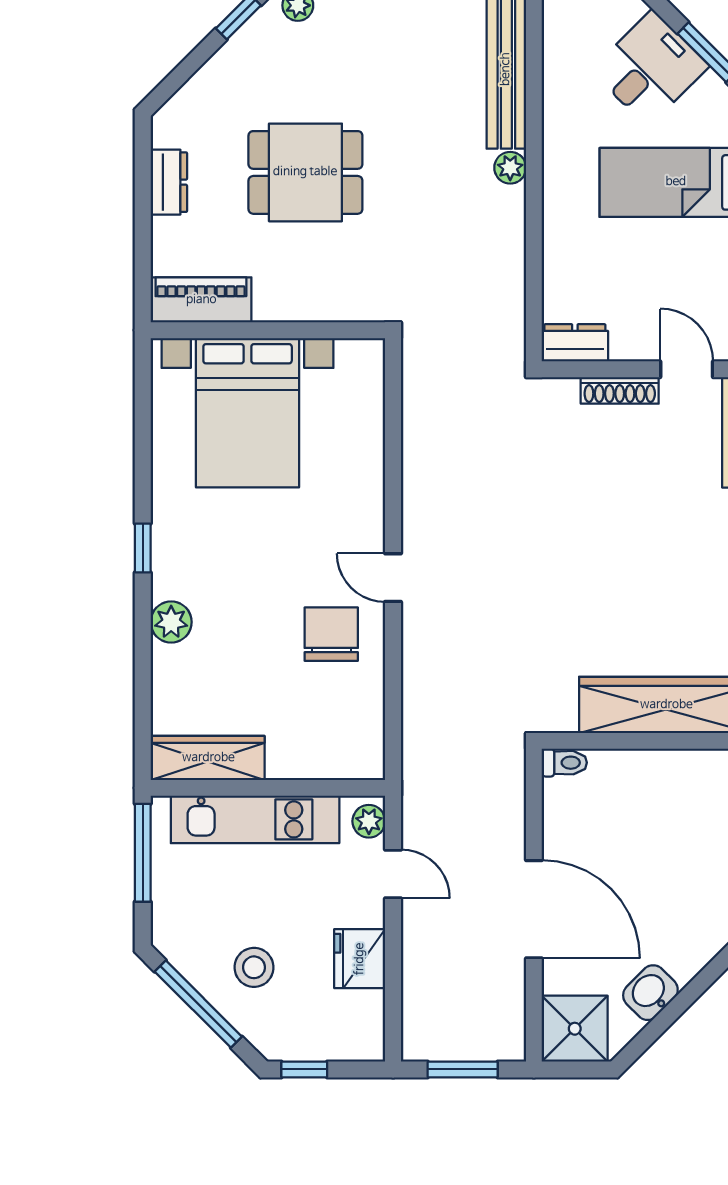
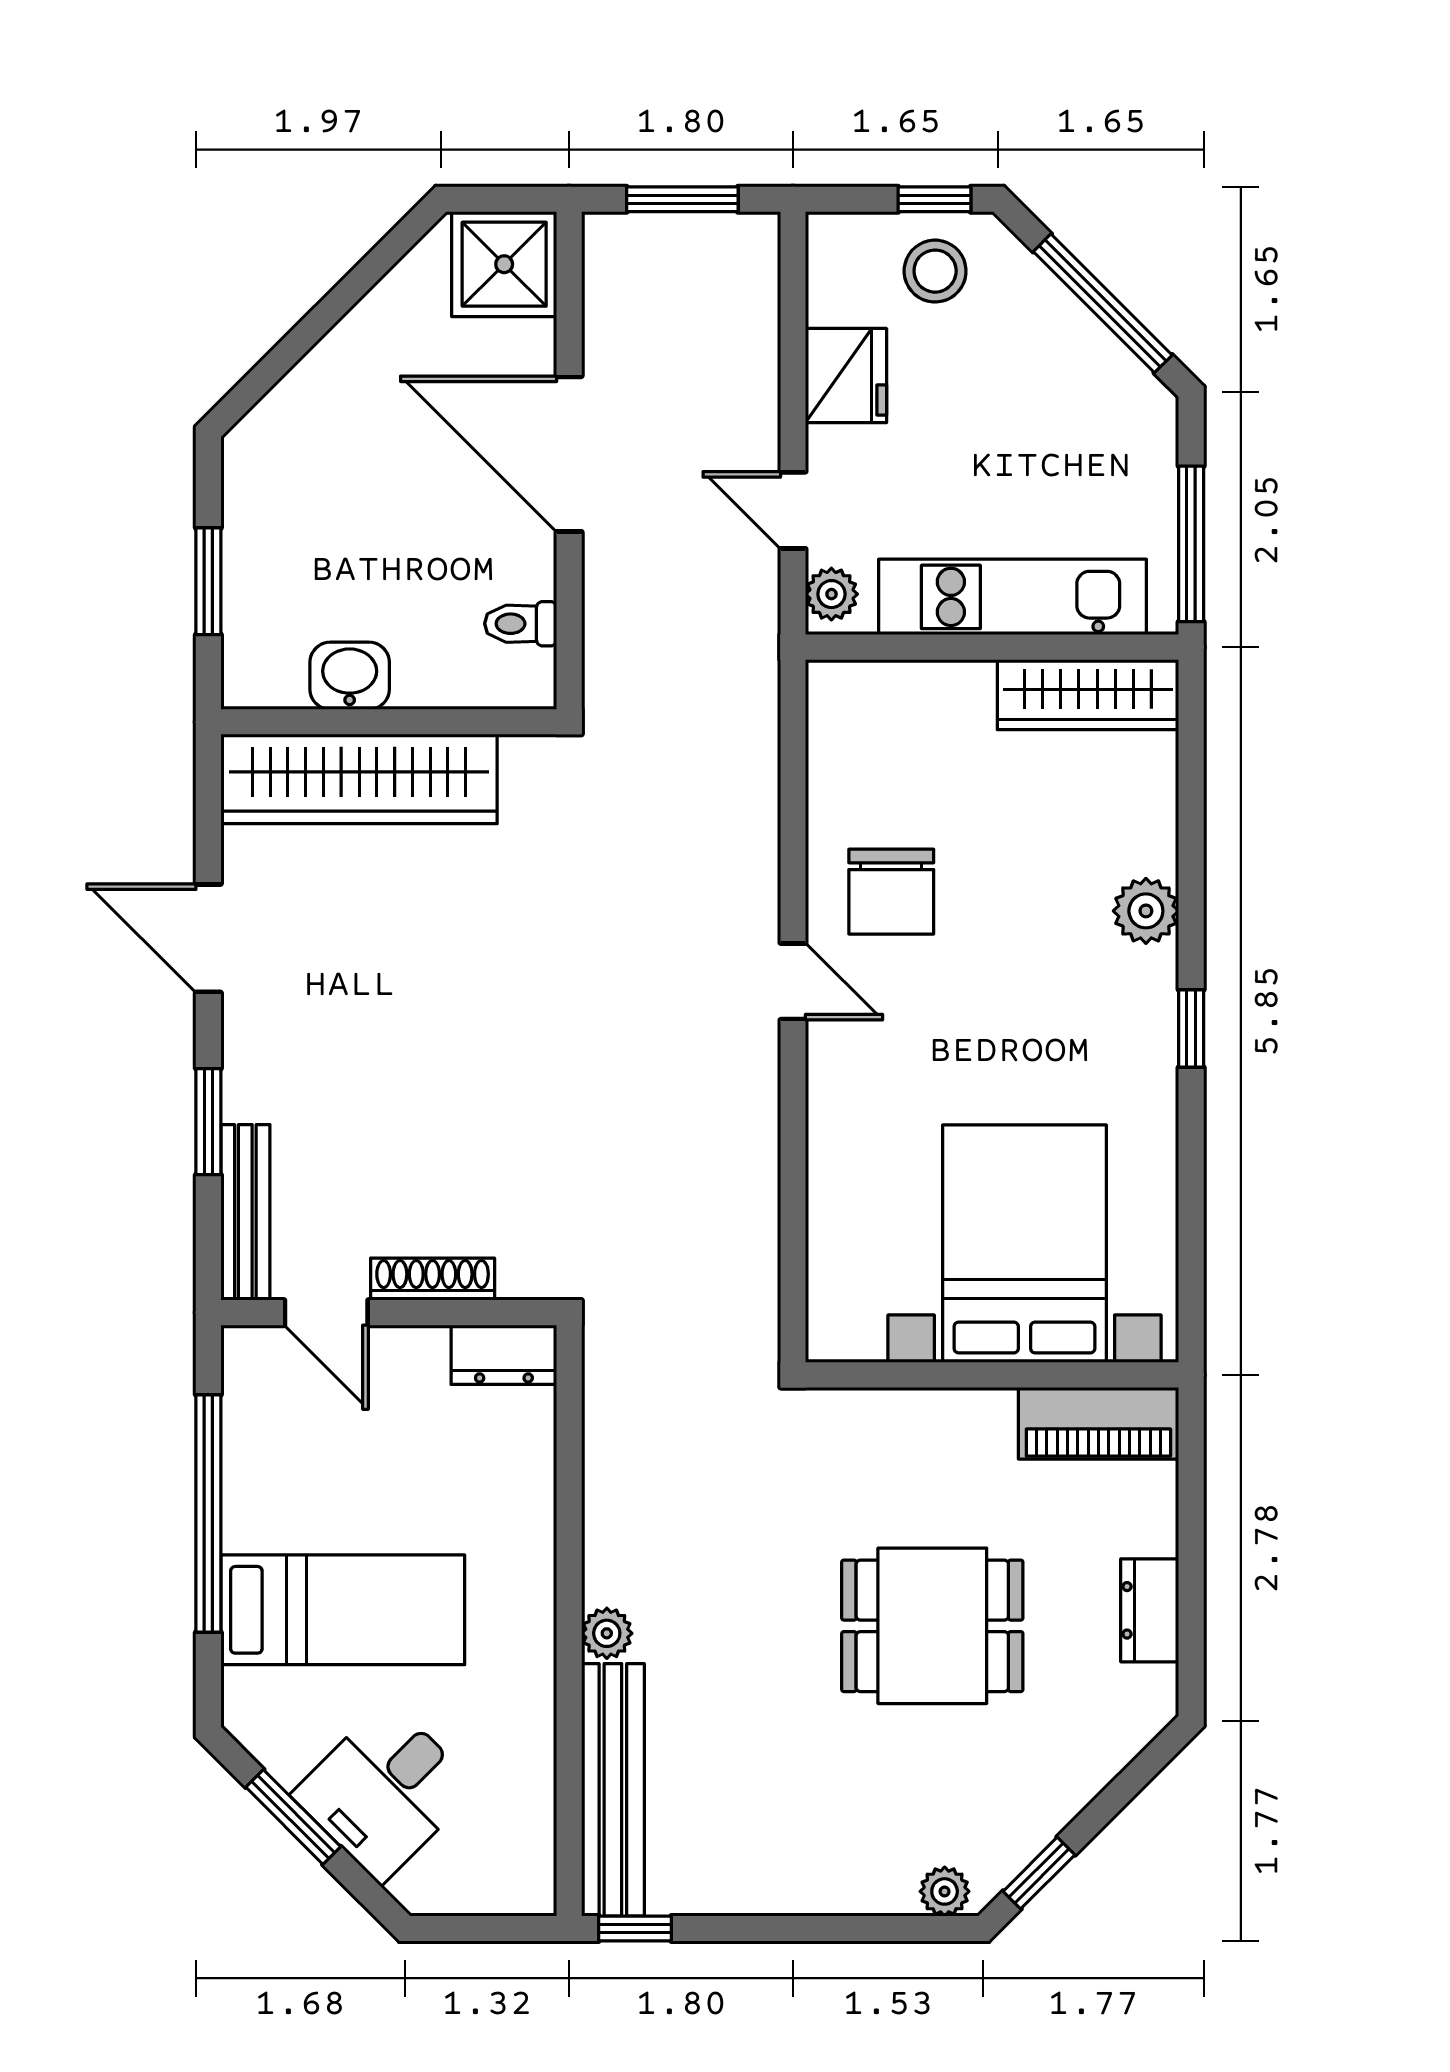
toilet: (564, 763) -> (521, 624), moved
stool: (254, 967) -> (935, 271), moved
washbasin: (650, 993) -> (350, 676), moved, turned -135

